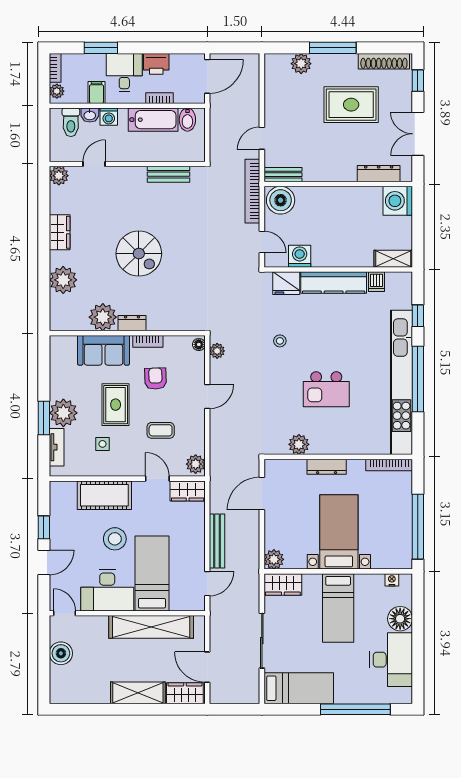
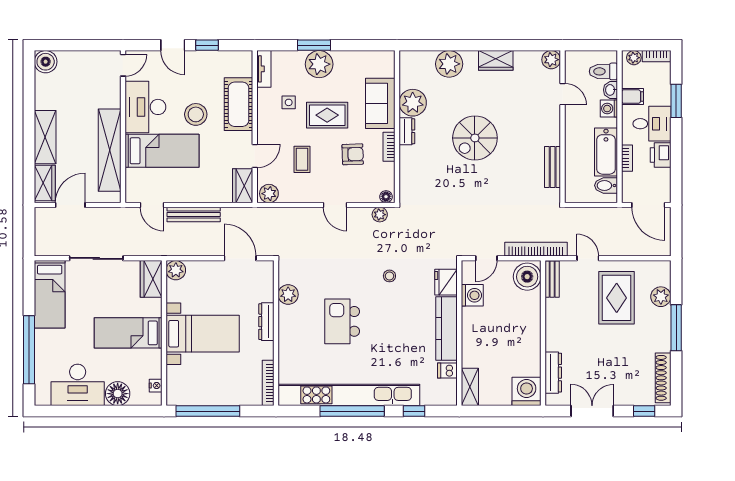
rug: (351, 105) -> (617, 298), moved
tv unit: (57, 447) -> (264, 69), moved, turned -90
boiler: (61, 653) -> (46, 62), moved

